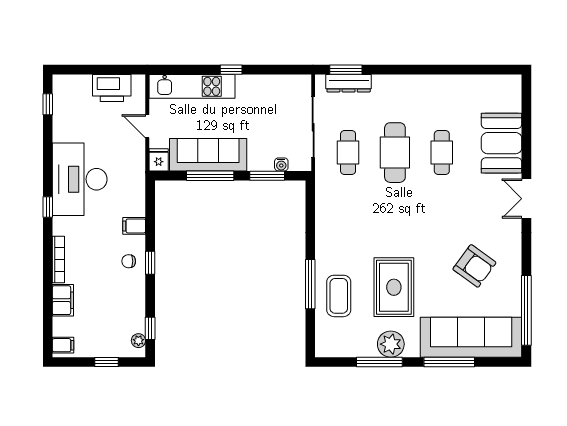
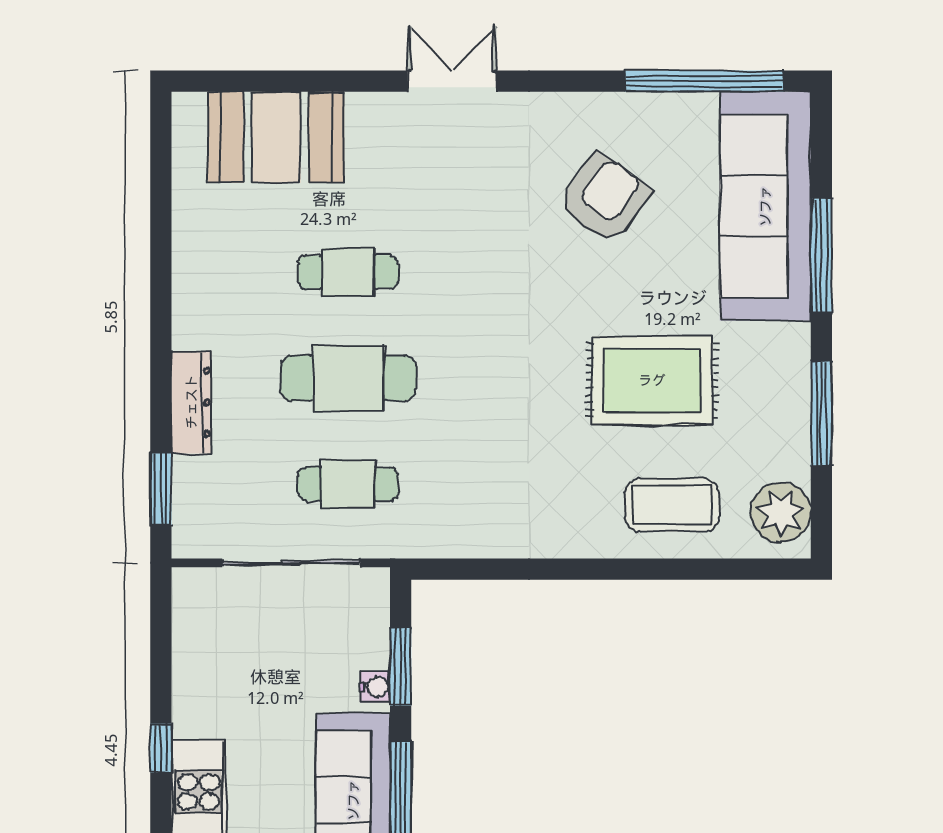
dresser: (349, 83) -> (191, 402), moved
booth: (502, 143) -> (276, 137), moved
water cooler: (281, 164) -> (375, 687), moved
double door: (526, 199) -> (452, 81), swing flipped
window: (310, 284) -> (645, 569), removed
plant: (391, 344) -> (781, 512), moved

